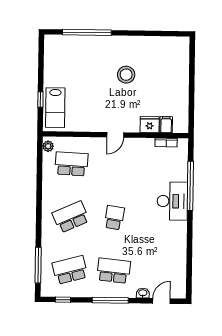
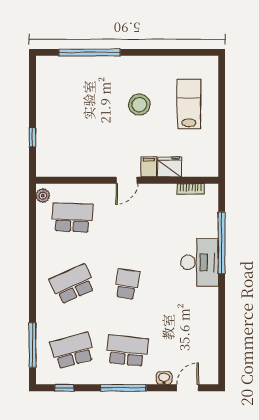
lab bench: (55, 108) -> (189, 104), moved, turned 180
filing cabinet: (166, 125) -> (149, 167), moved

